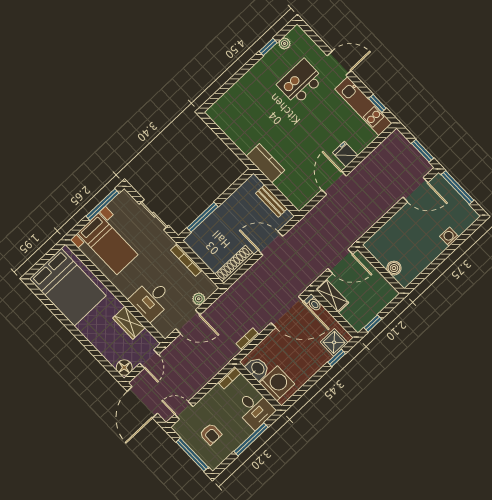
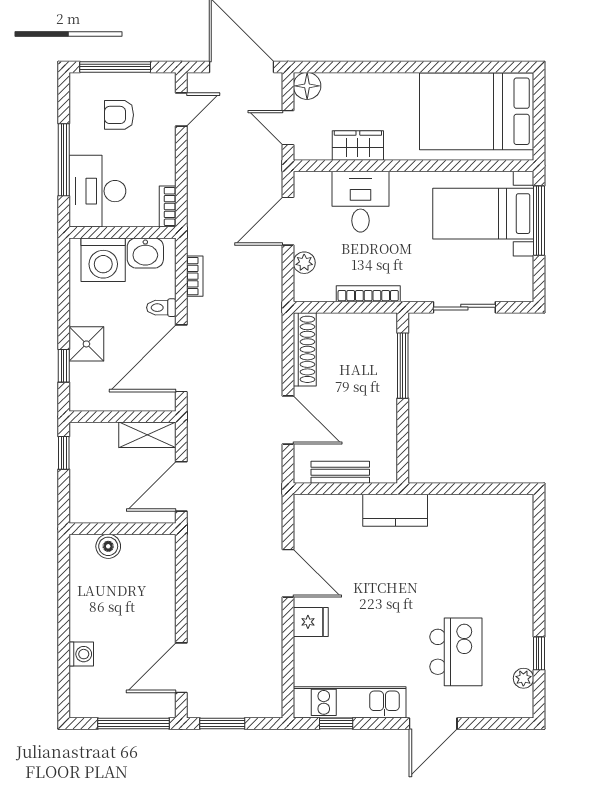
window: (102, 205) -> (539, 221), moved
door: (270, 243) -> (288, 420), hinge flipped
toilet: (313, 303) -> (161, 308), moved
shower: (334, 342) -> (86, 344), moved
desk: (255, 409) -> (97, 191), width x1.37

